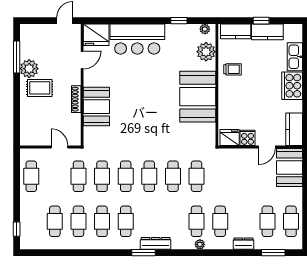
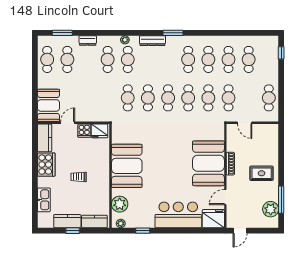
plant: (29, 69) -> (271, 209), moved
trolley: (232, 69) -> (79, 177), moved
cooker: (292, 86) -> (46, 165), moved
booth: (96, 107) -> (208, 163), width x1.36, depth x1.42
dresser: (156, 243) -> (152, 41), moved

